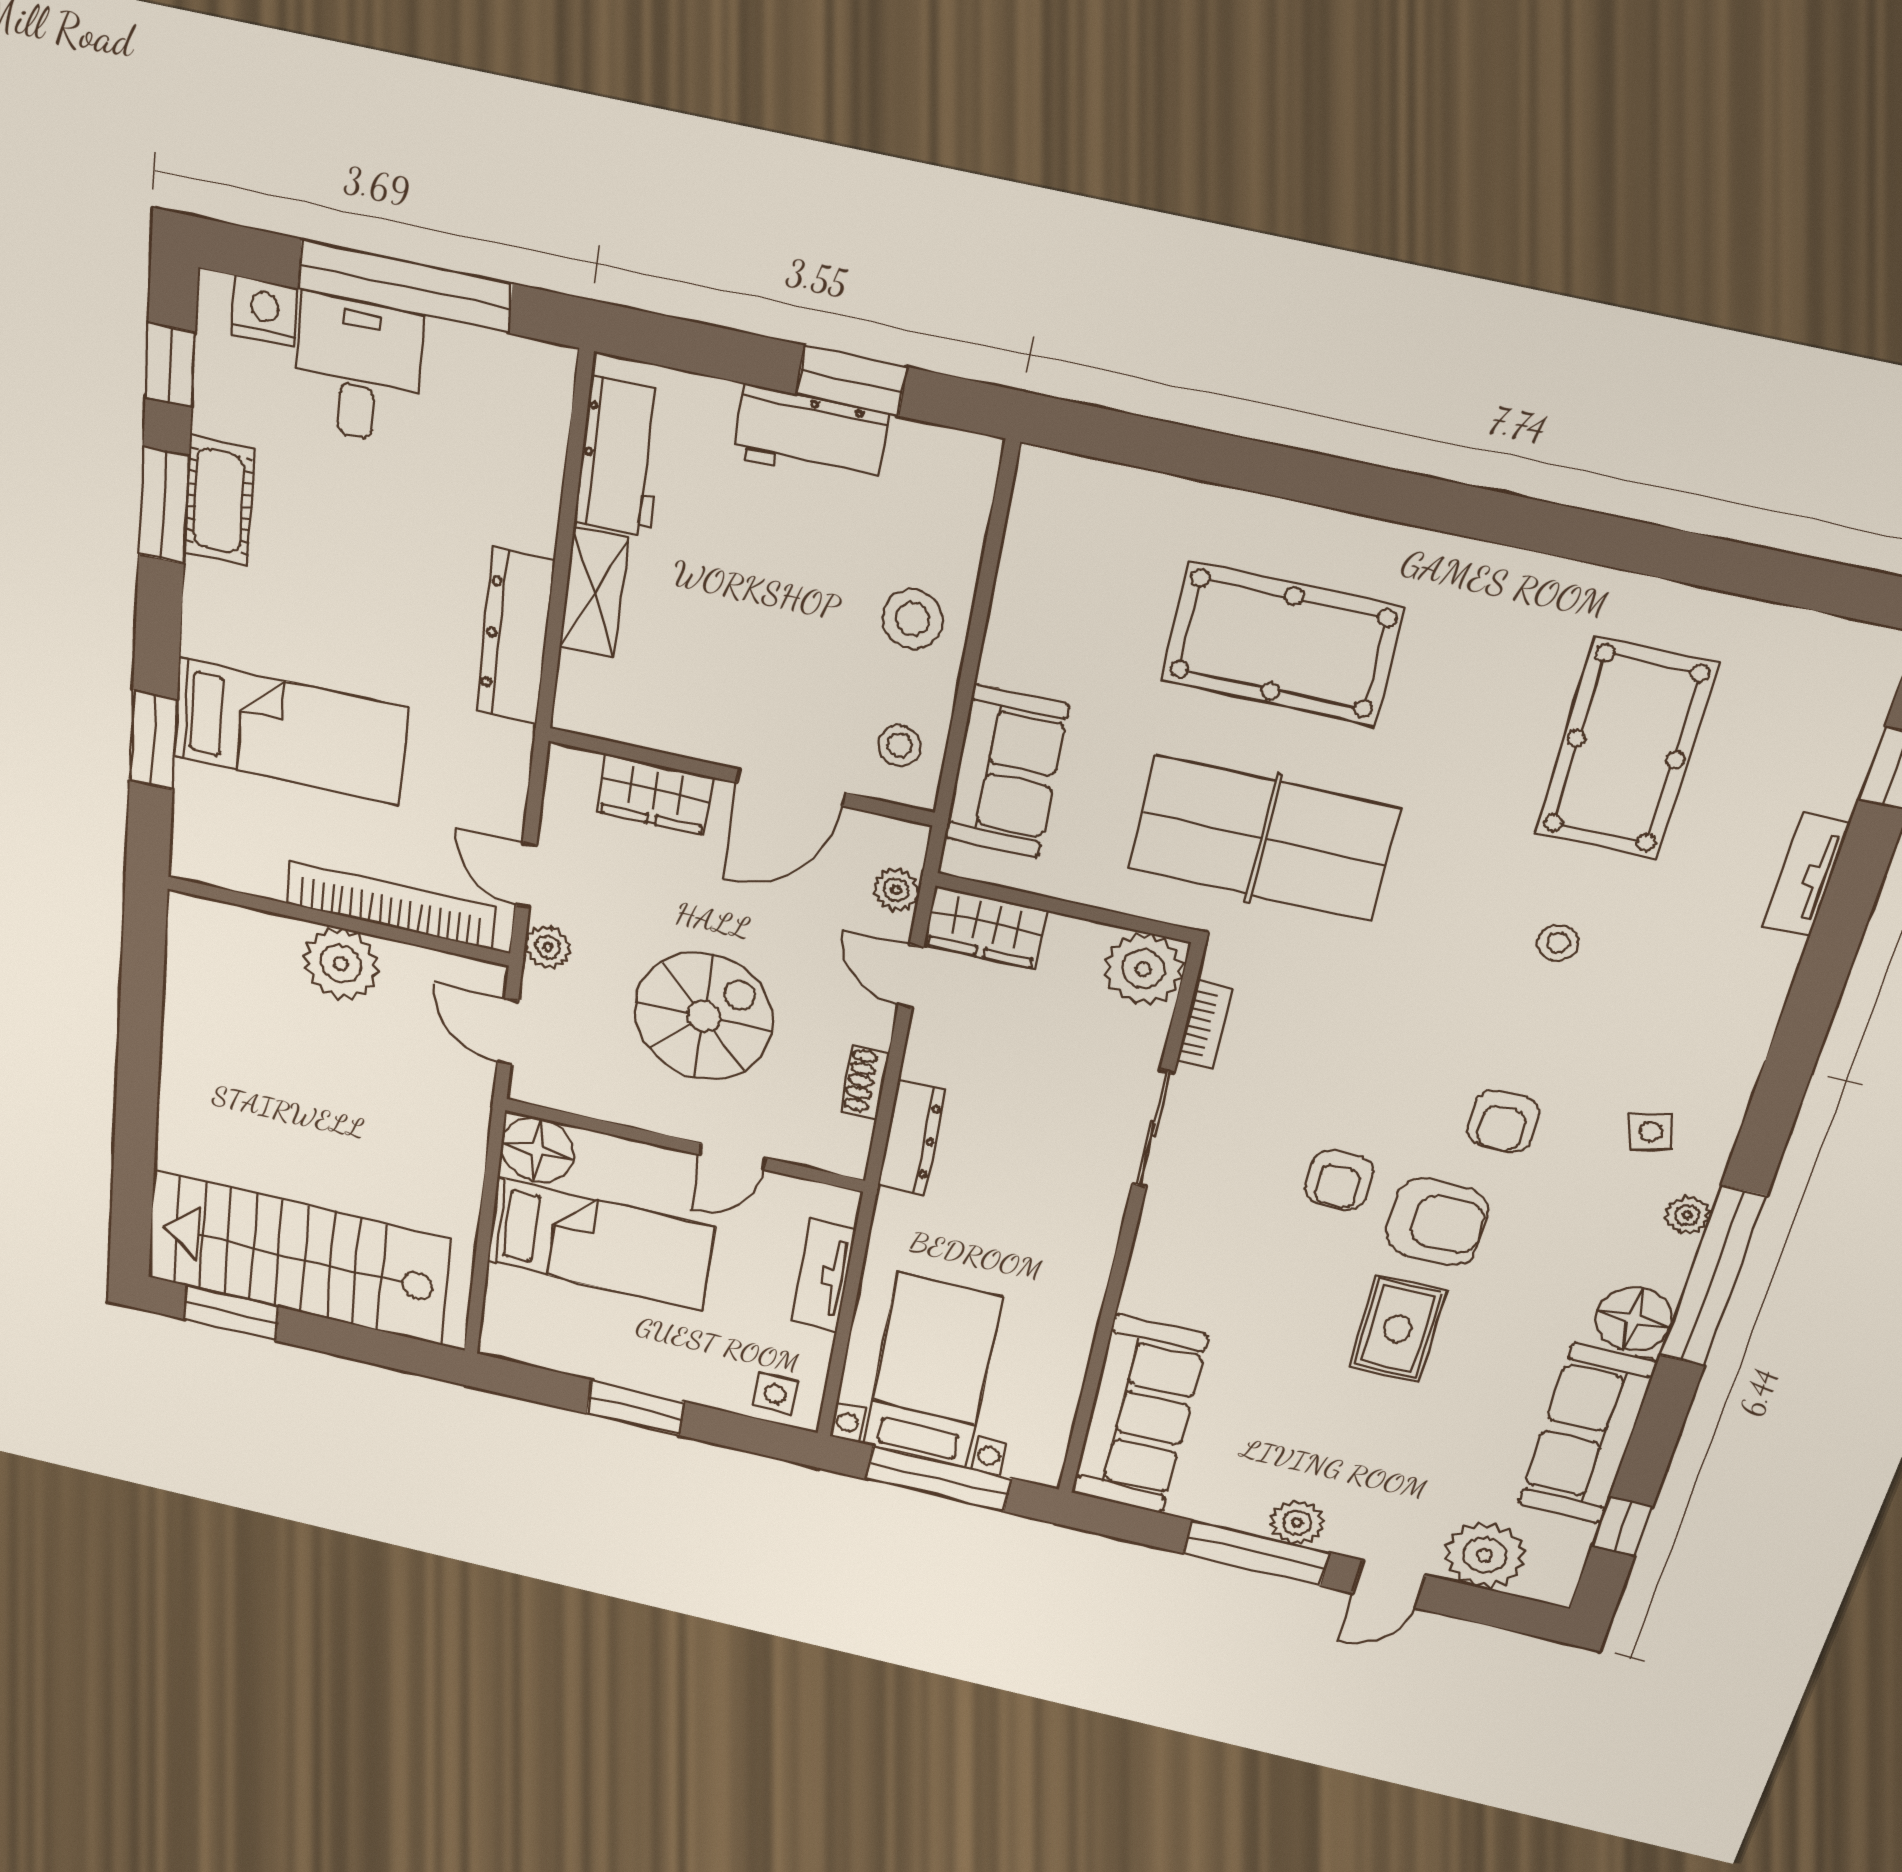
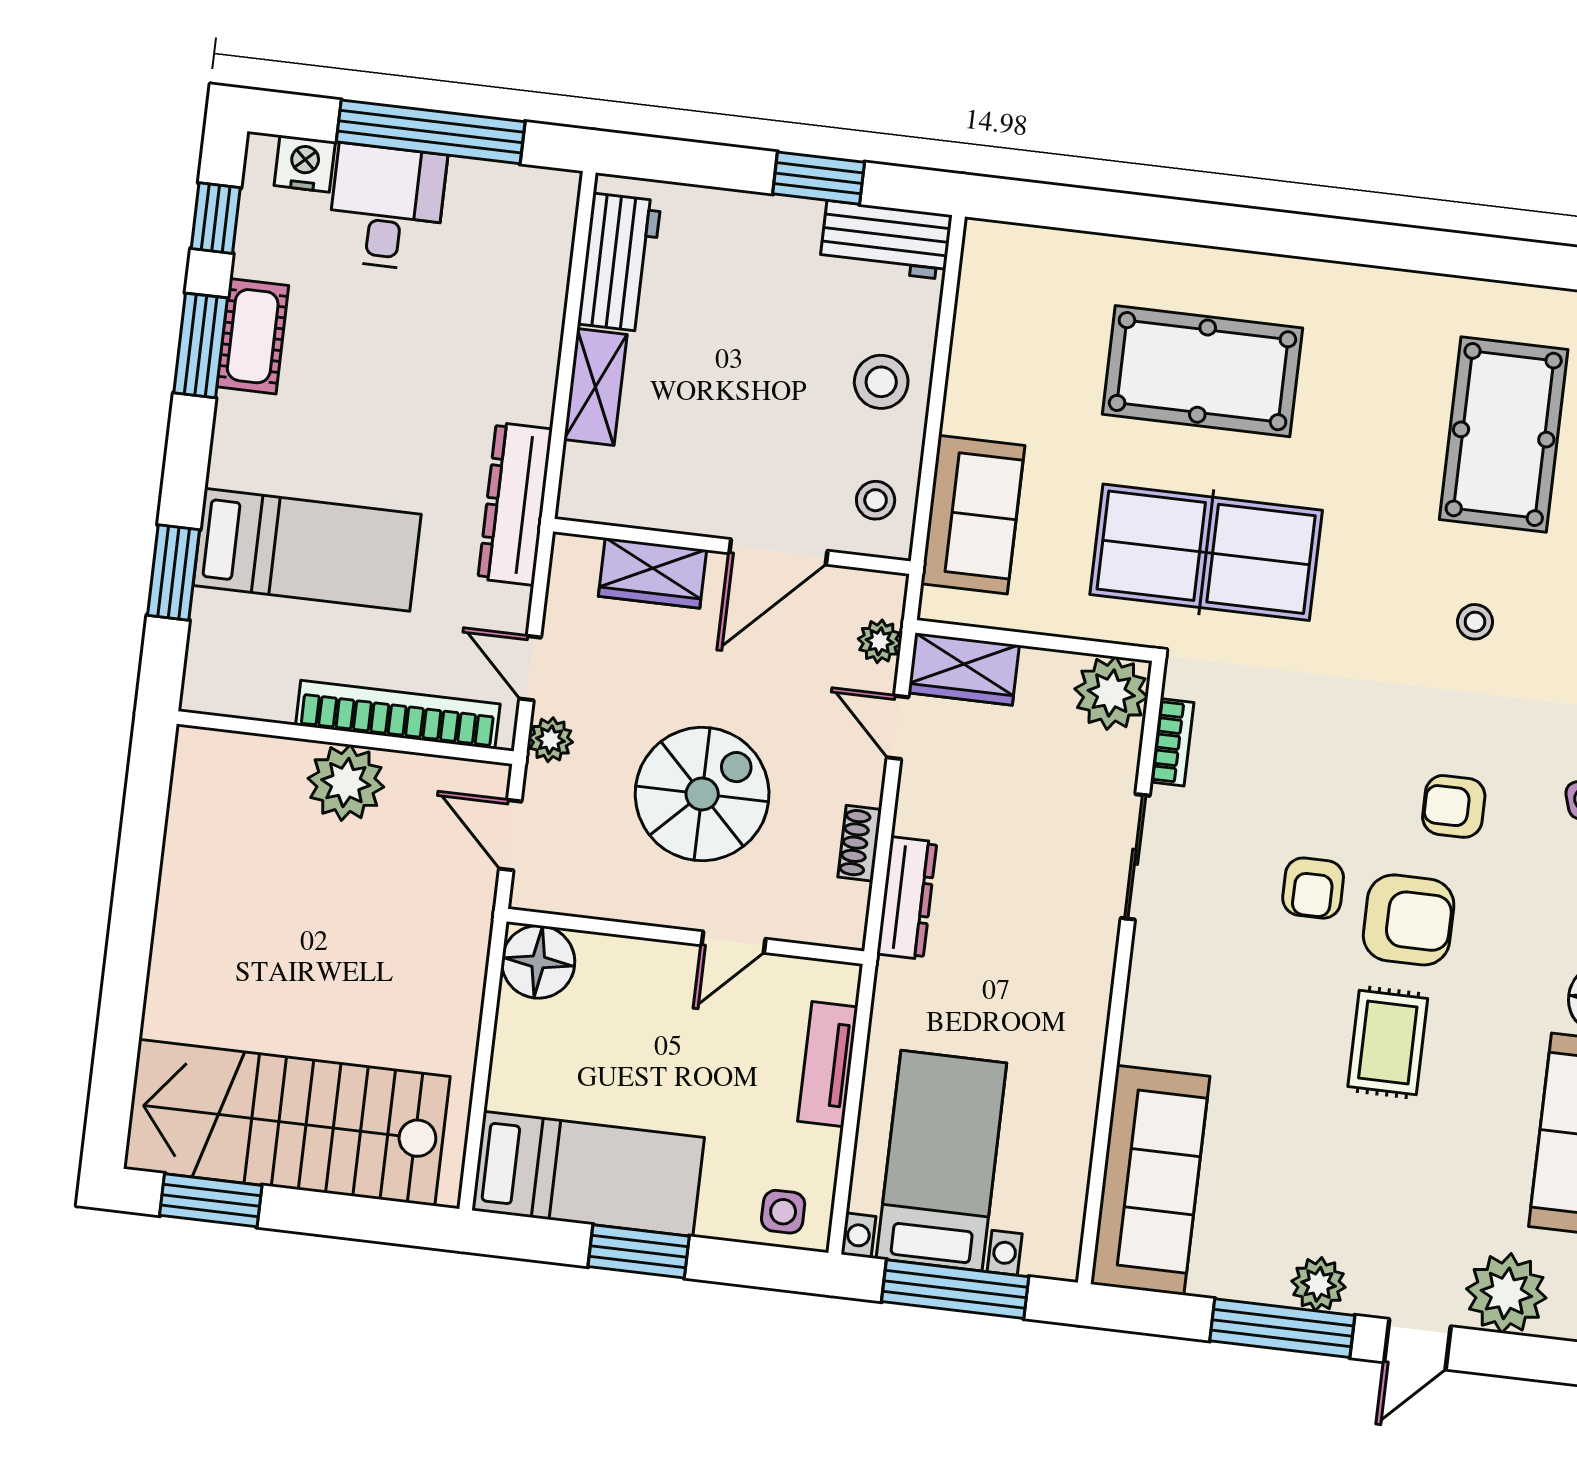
workbench: (811, 435) -> (886, 240), moved
dresser: (515, 637) -> (515, 504), moved
armchair: (1503, 1122) -> (1454, 806), turned 90
bed: (600, 1244) -> (588, 1174), moved

